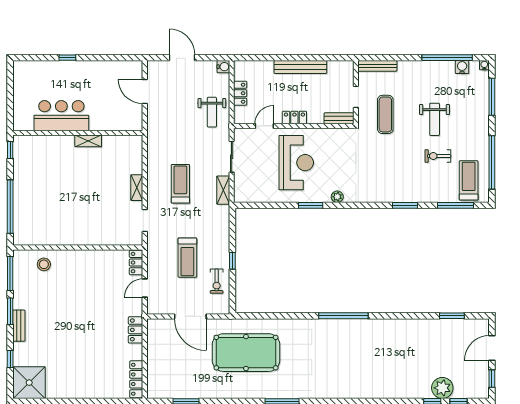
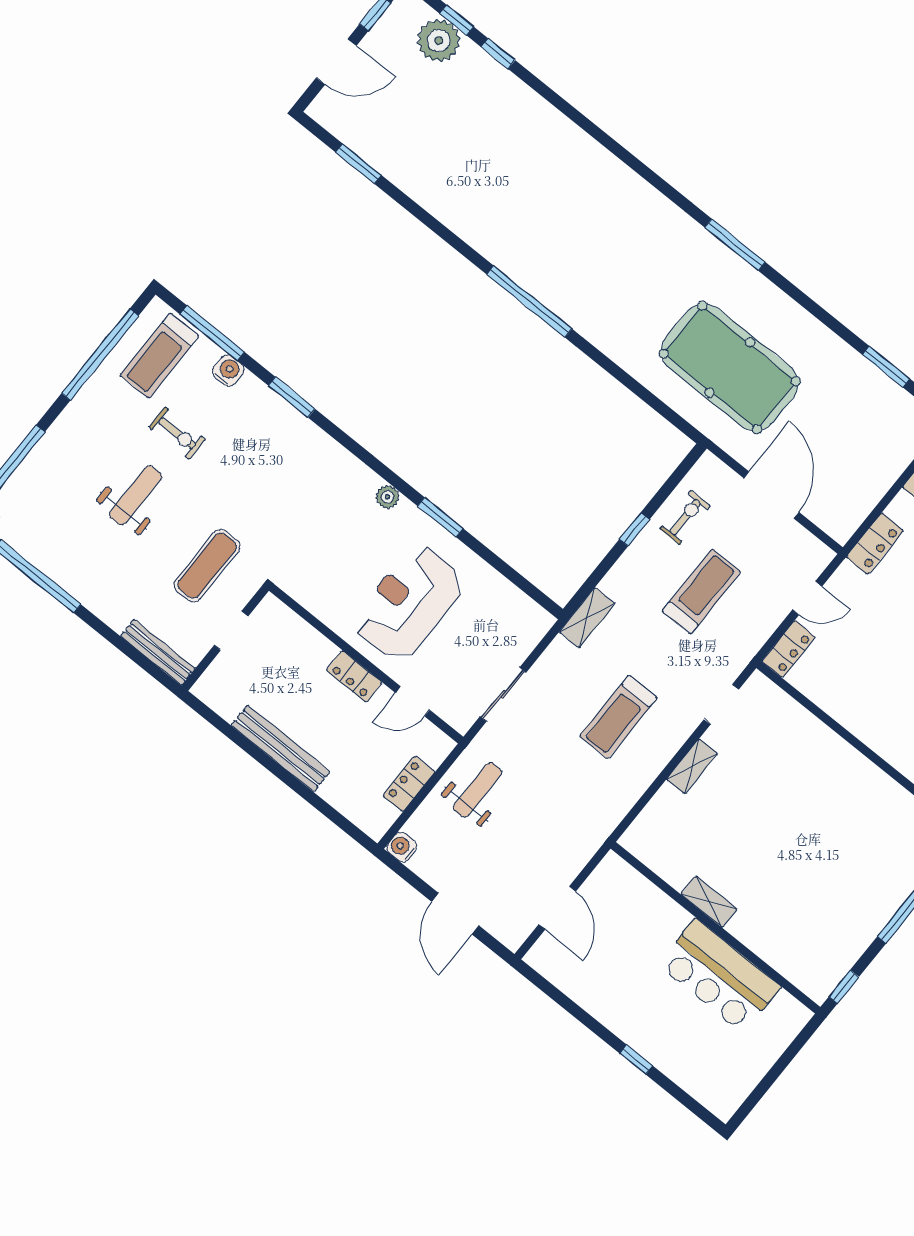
water cooler: (462, 67) -> (228, 371), moved, turned 180
bench: (339, 118) -> (285, 618), removed
shelving: (223, 190) -> (587, 618), moved
plant: (442, 388) -> (439, 41), moved

